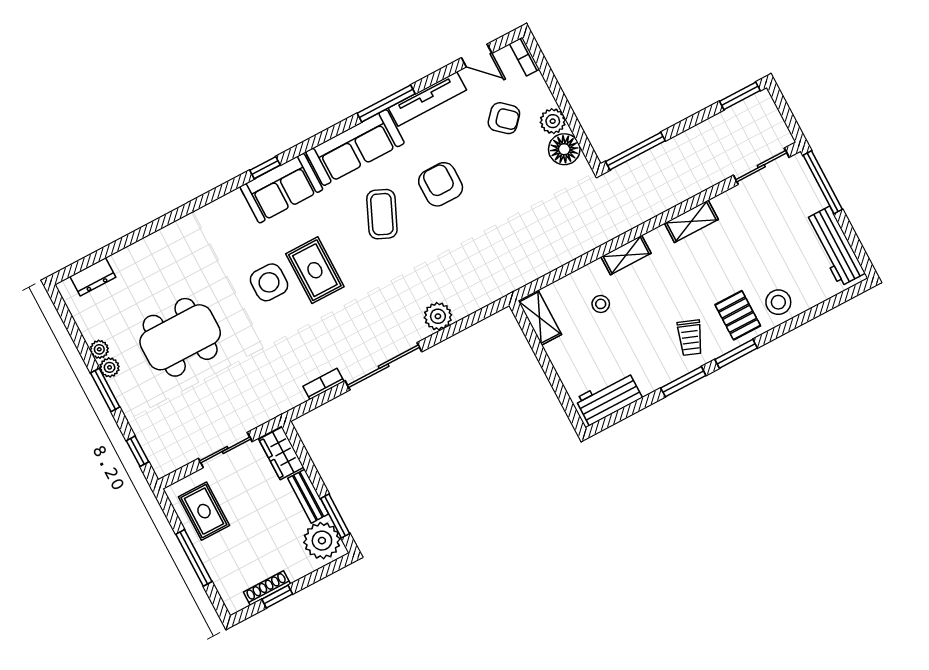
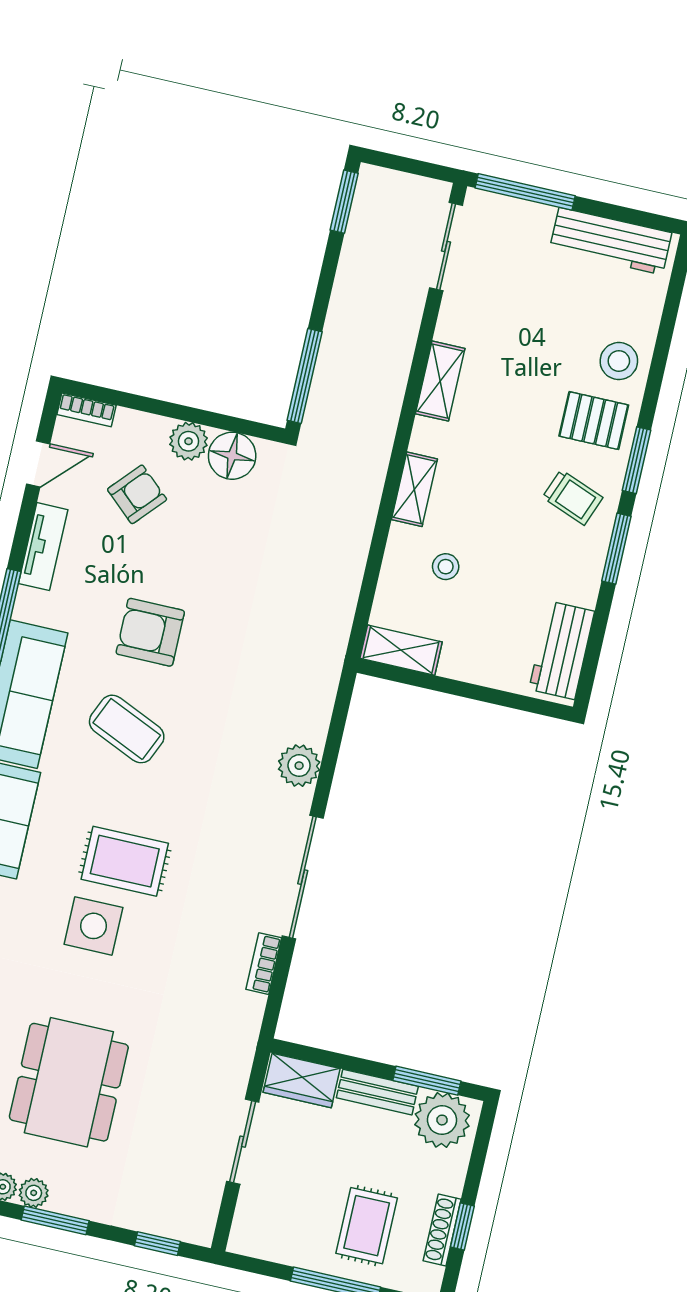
tv unit: (427, 99) -> (43, 547), width x0.71
rug: (204, 511) -> (367, 1226), moved, turned 90

